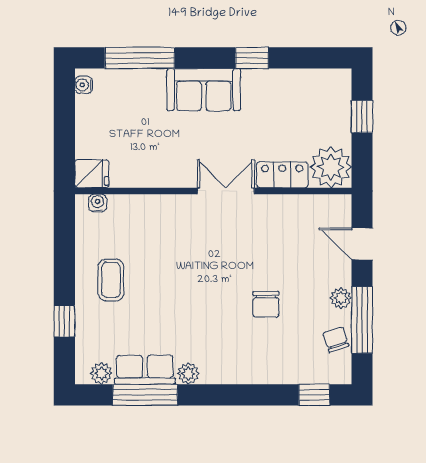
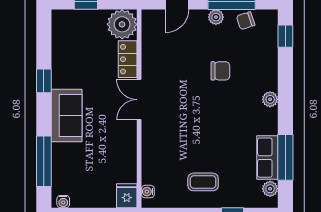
plant: (188, 374) -> (270, 99), moved

